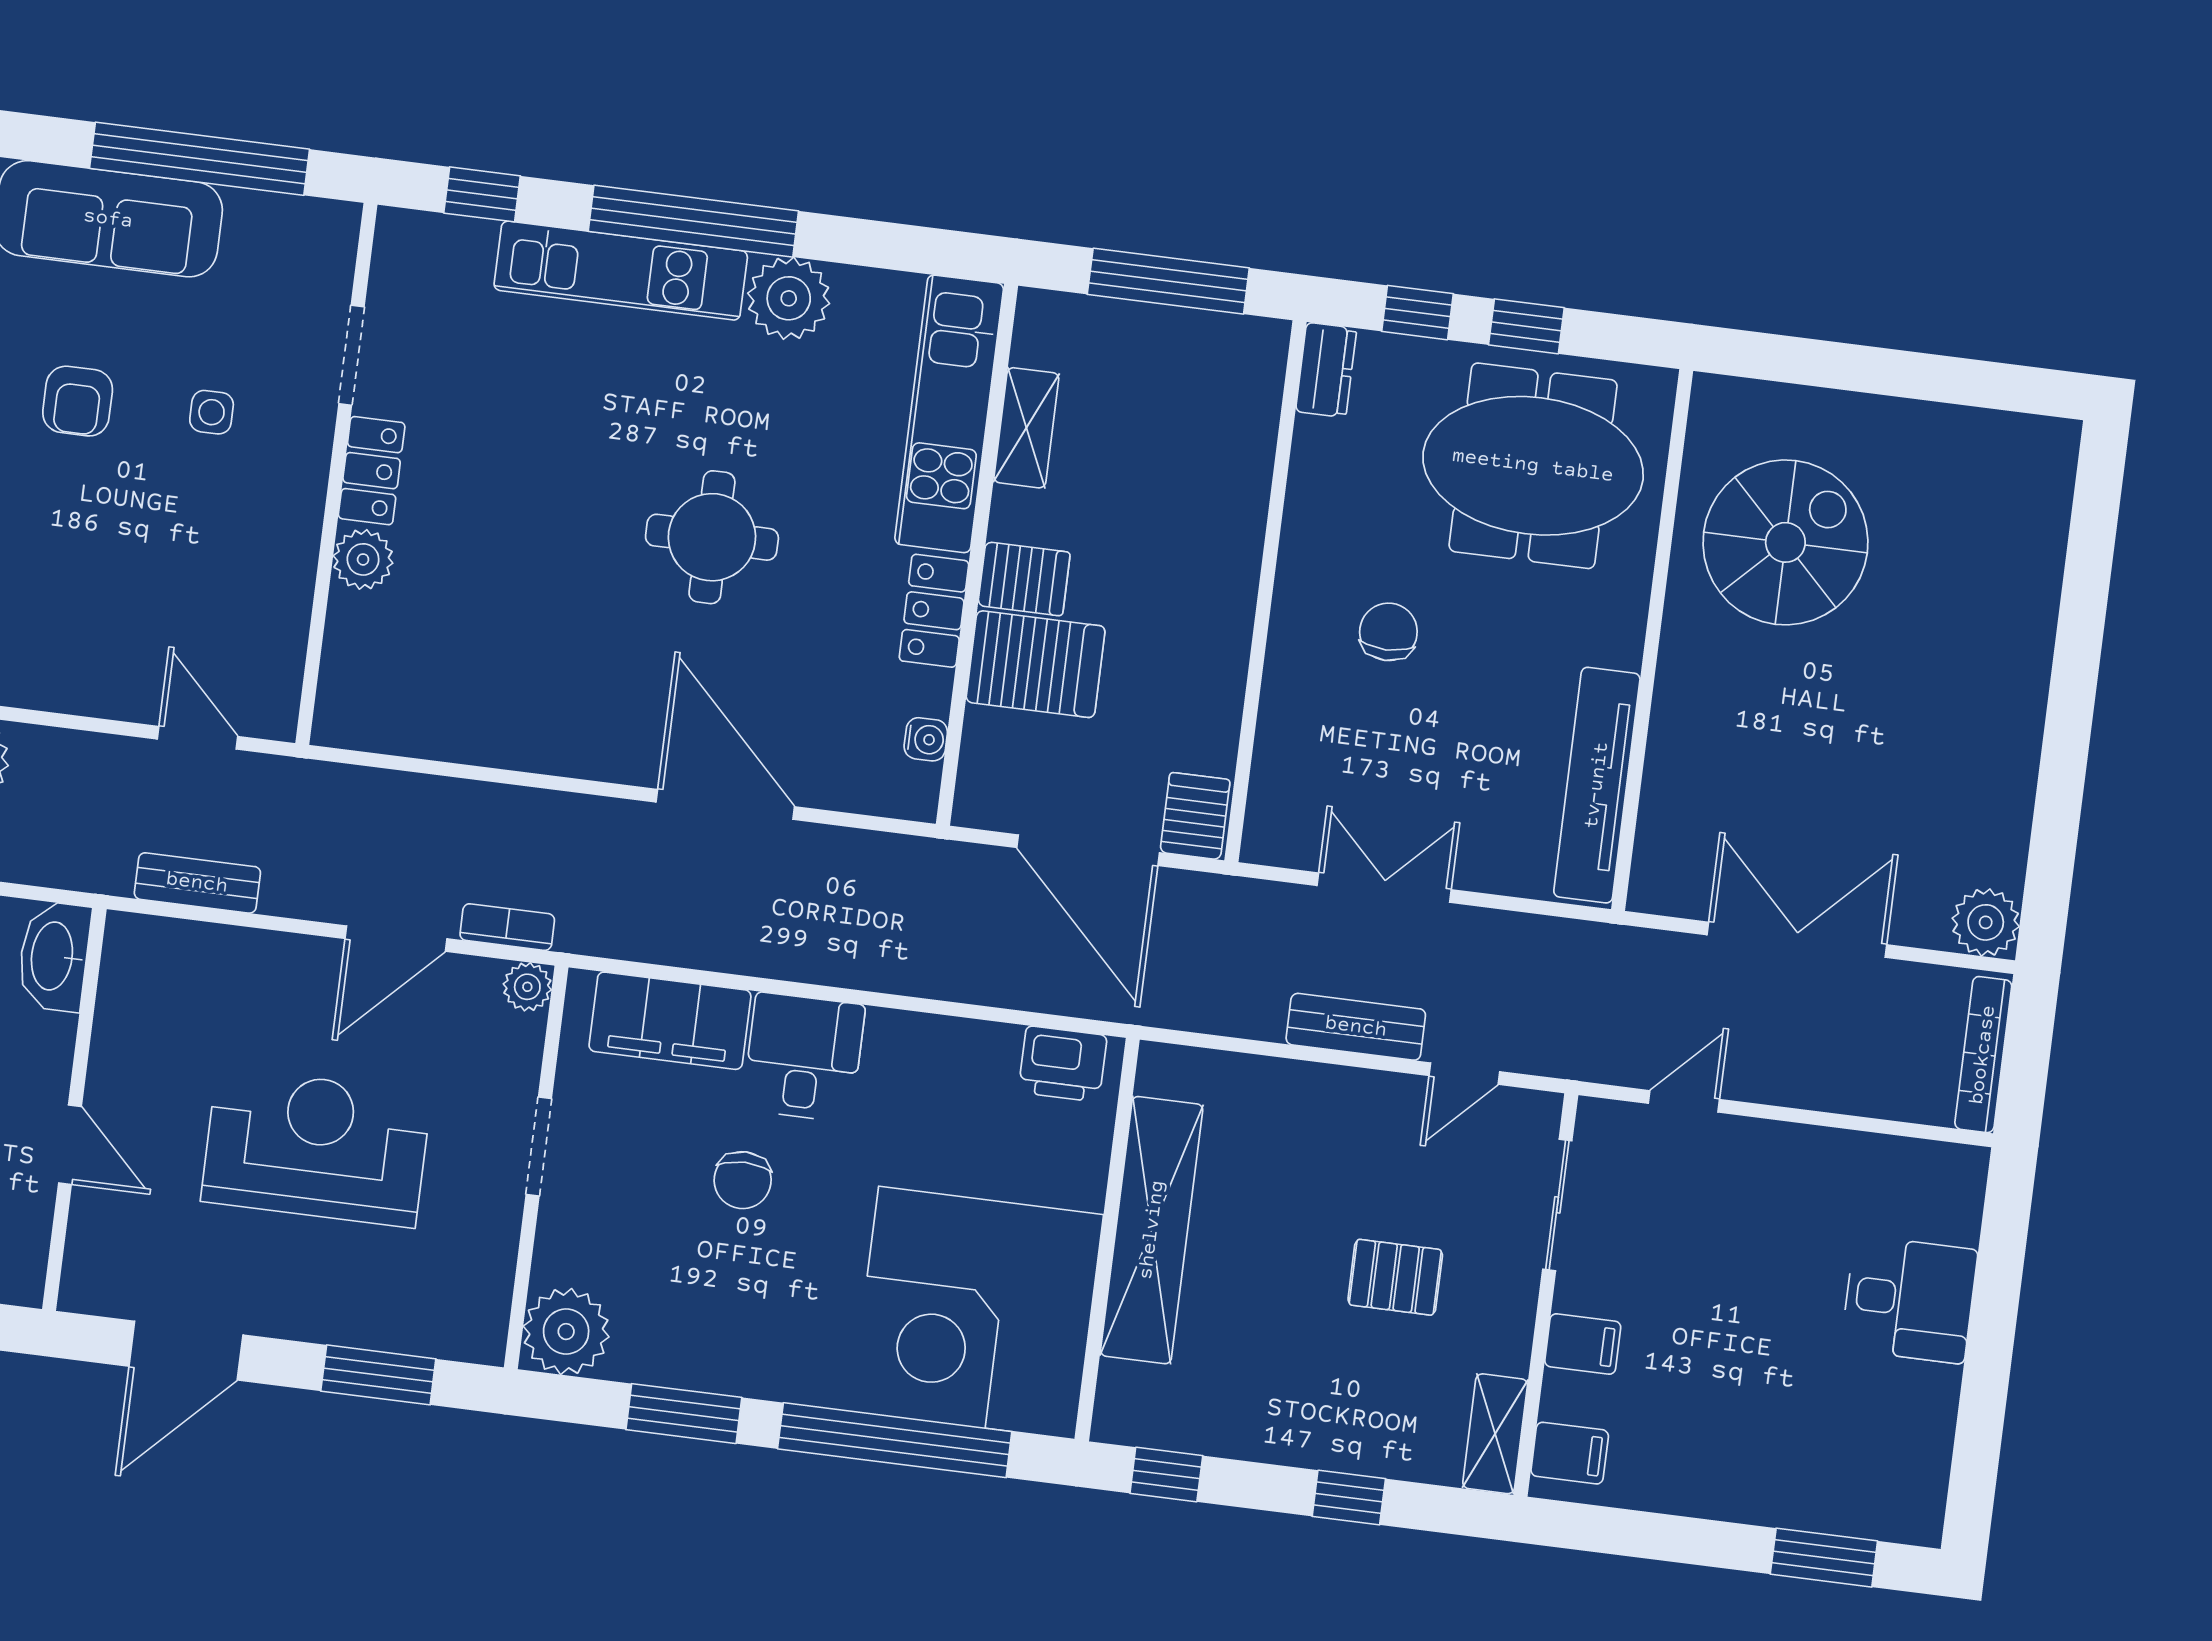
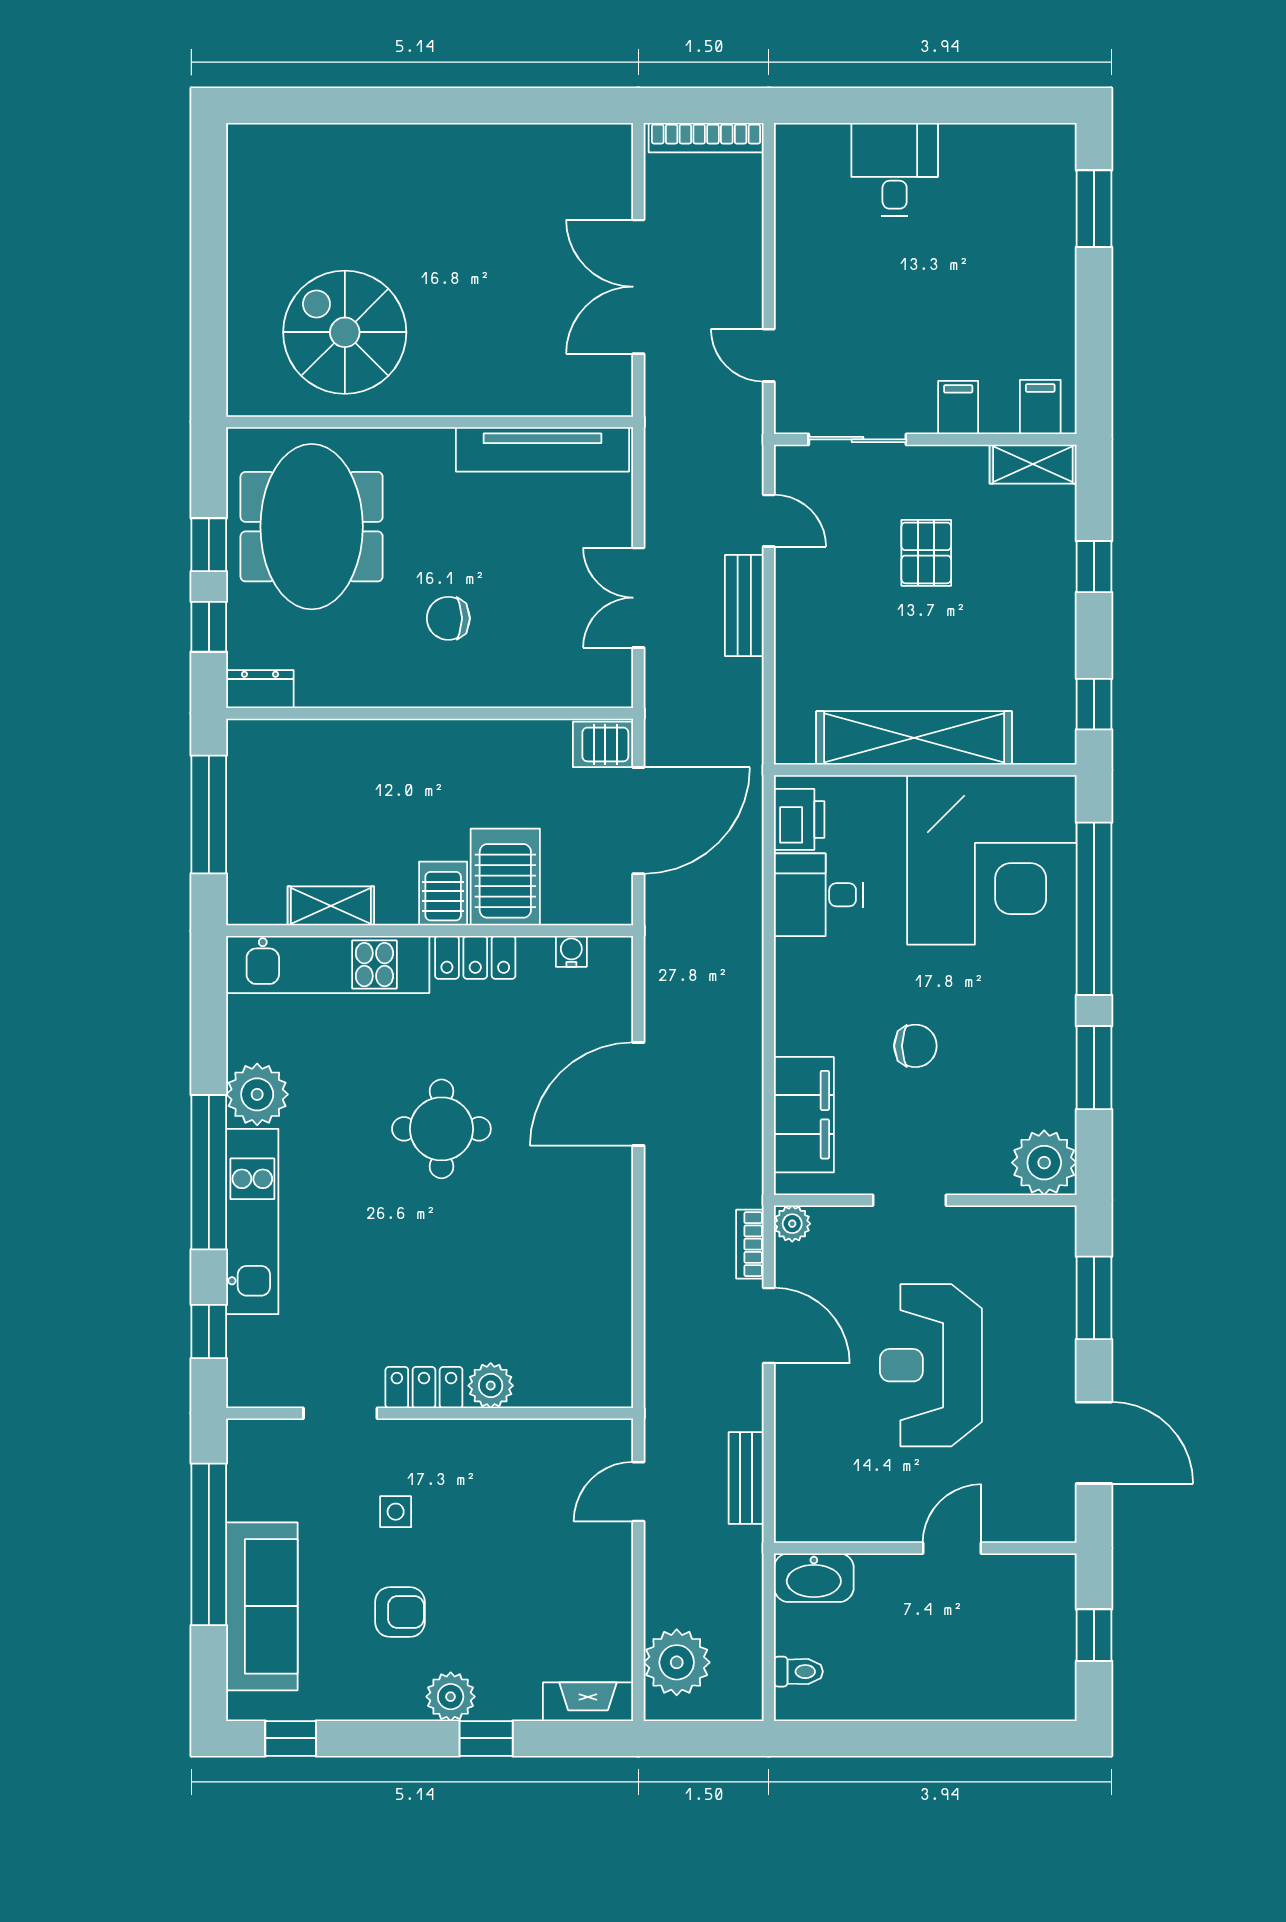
plant: (1986, 922) -> (608, 148), removed
desk: (804, 1057) -> (819, 895), moved

